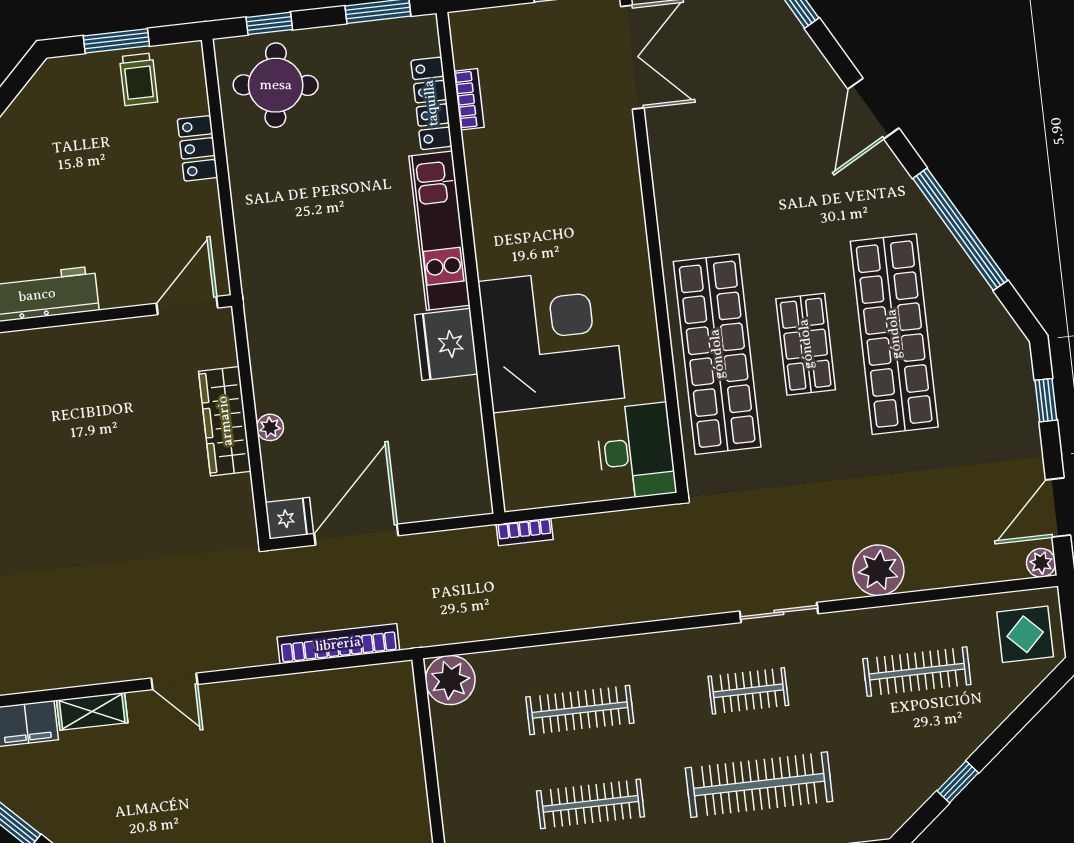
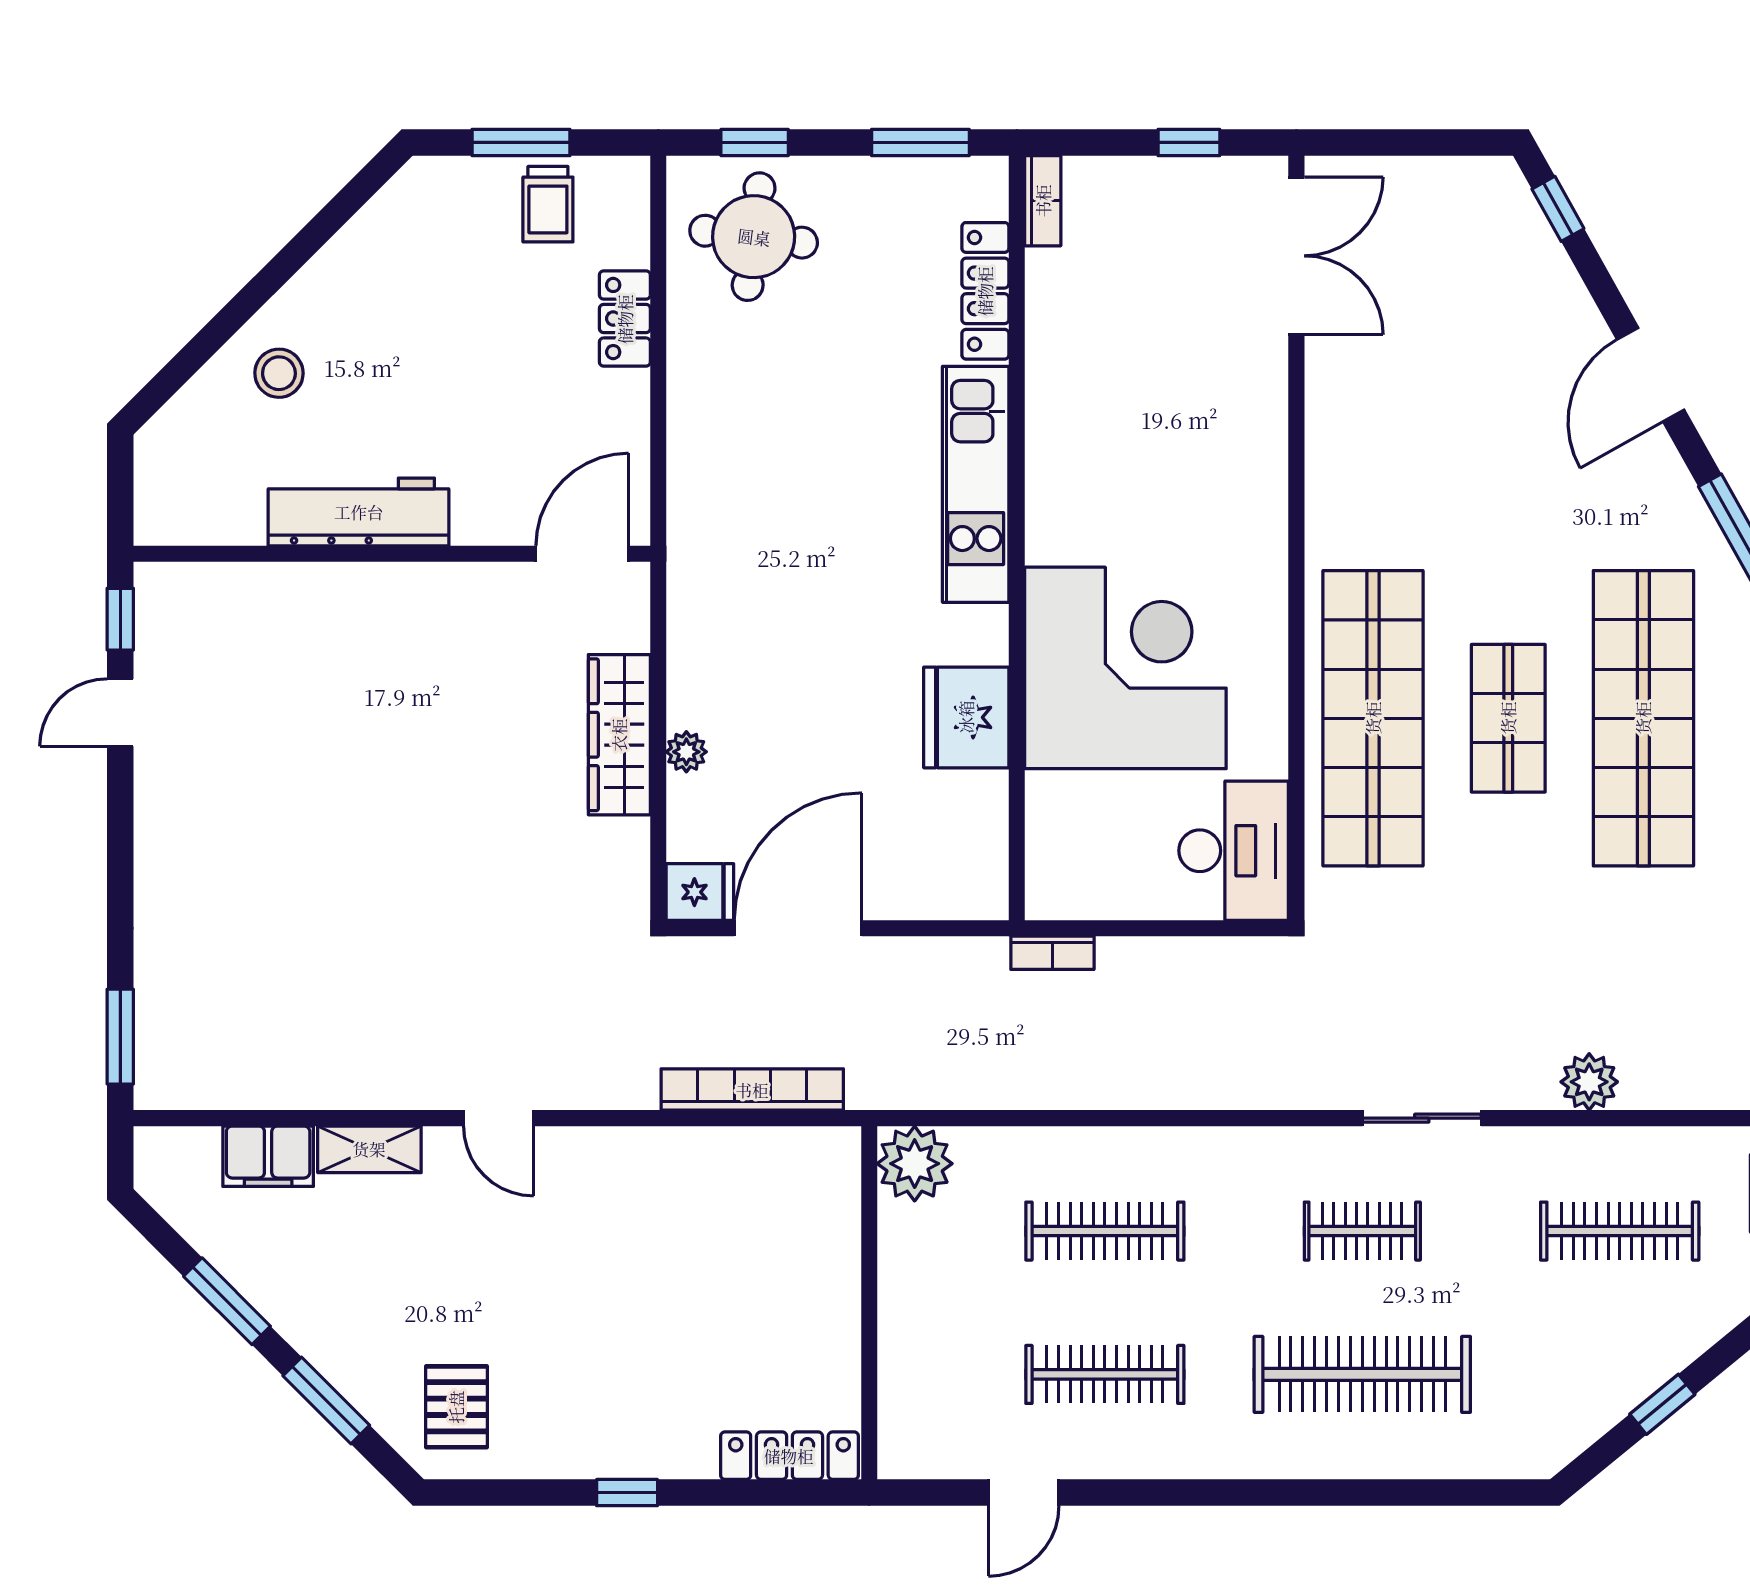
bookcase: (469, 99) -> (1043, 201), moved
fridge: (446, 344) -> (966, 717), moved
plant: (878, 570) -> (1589, 1082), width x0.73, depth x0.73

